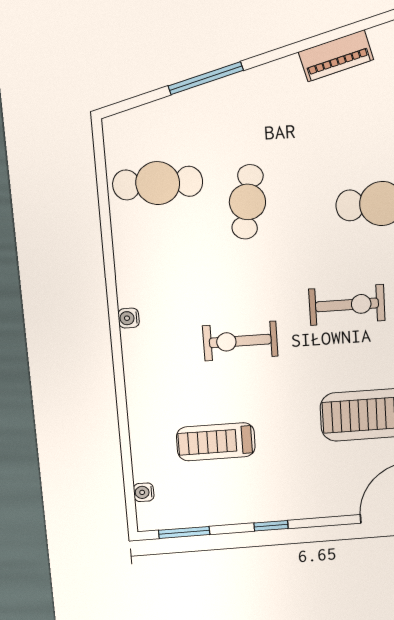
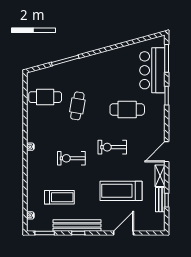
piano: (336, 56) -> (113, 55), removed
exercise bike: (347, 305) -> (112, 147), turned 180
treadmill: (216, 442) -> (59, 197), turned 180
bench: (266, 508) -> (77, 225), added

